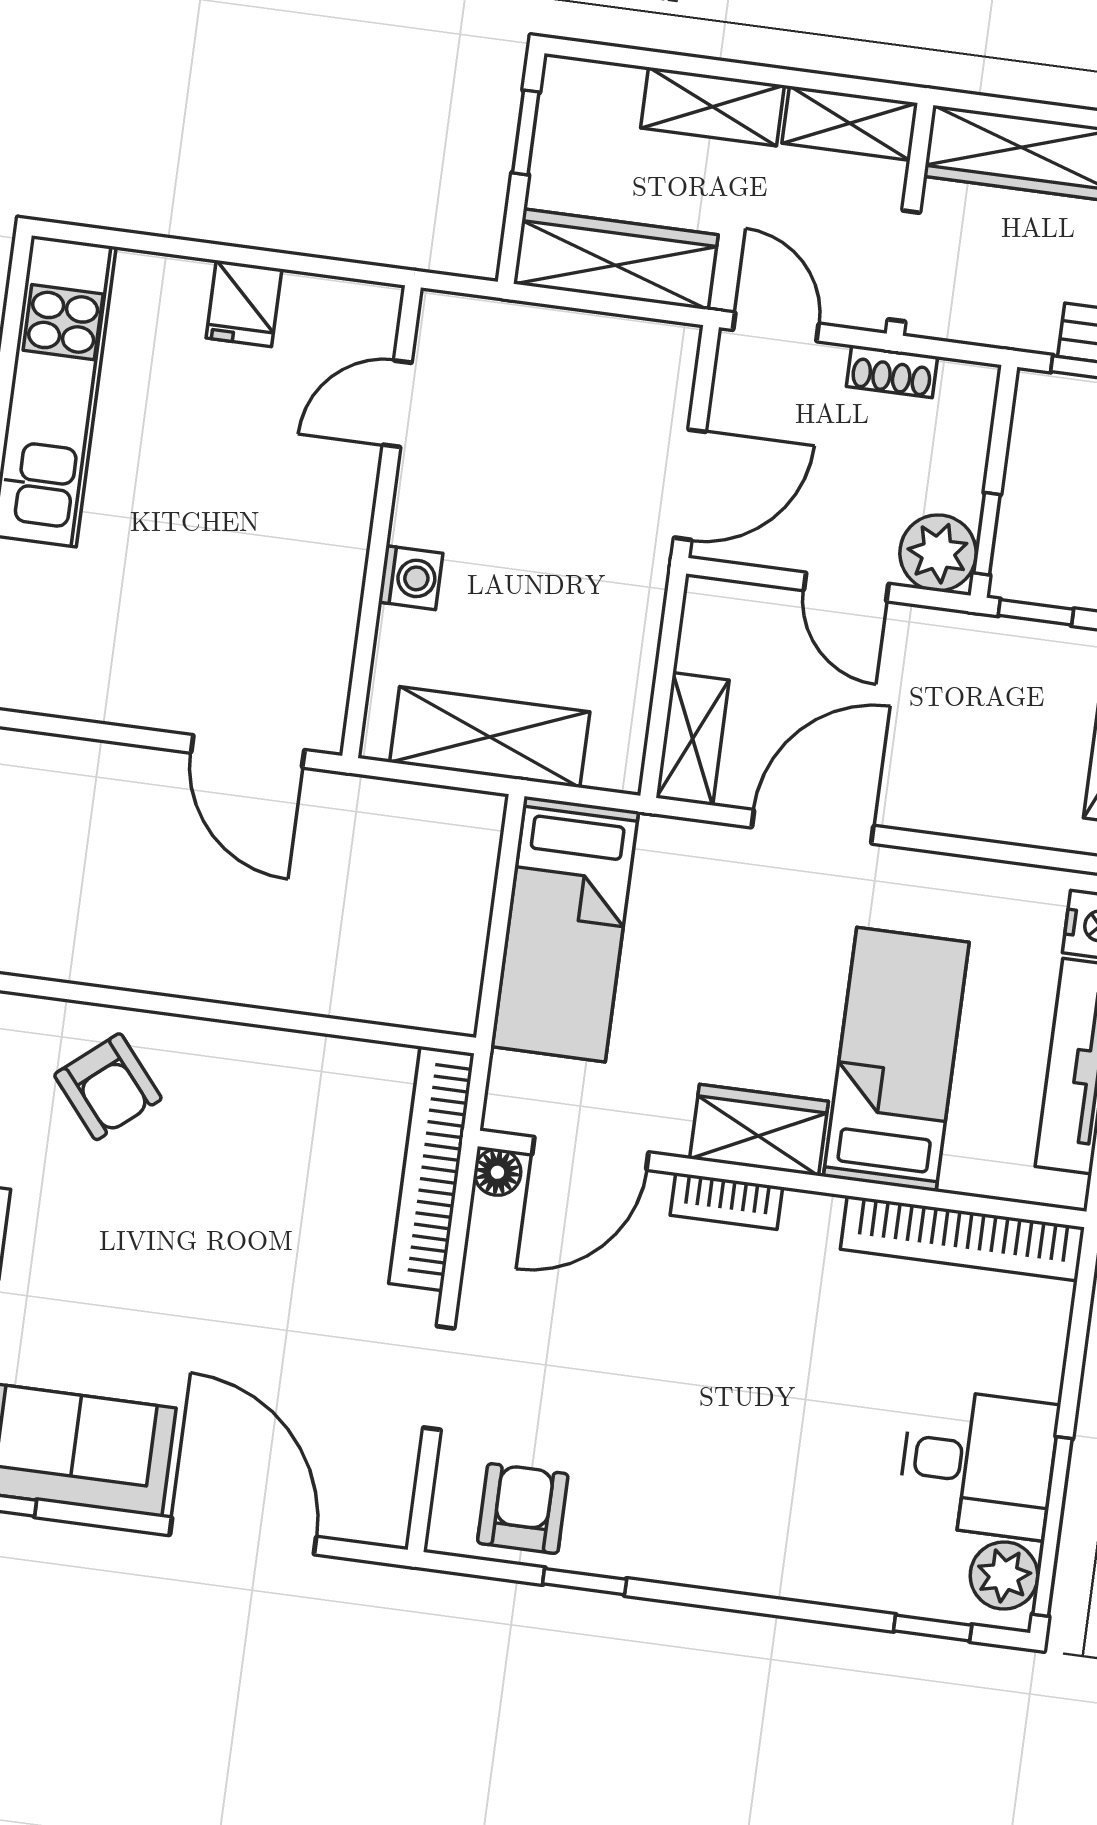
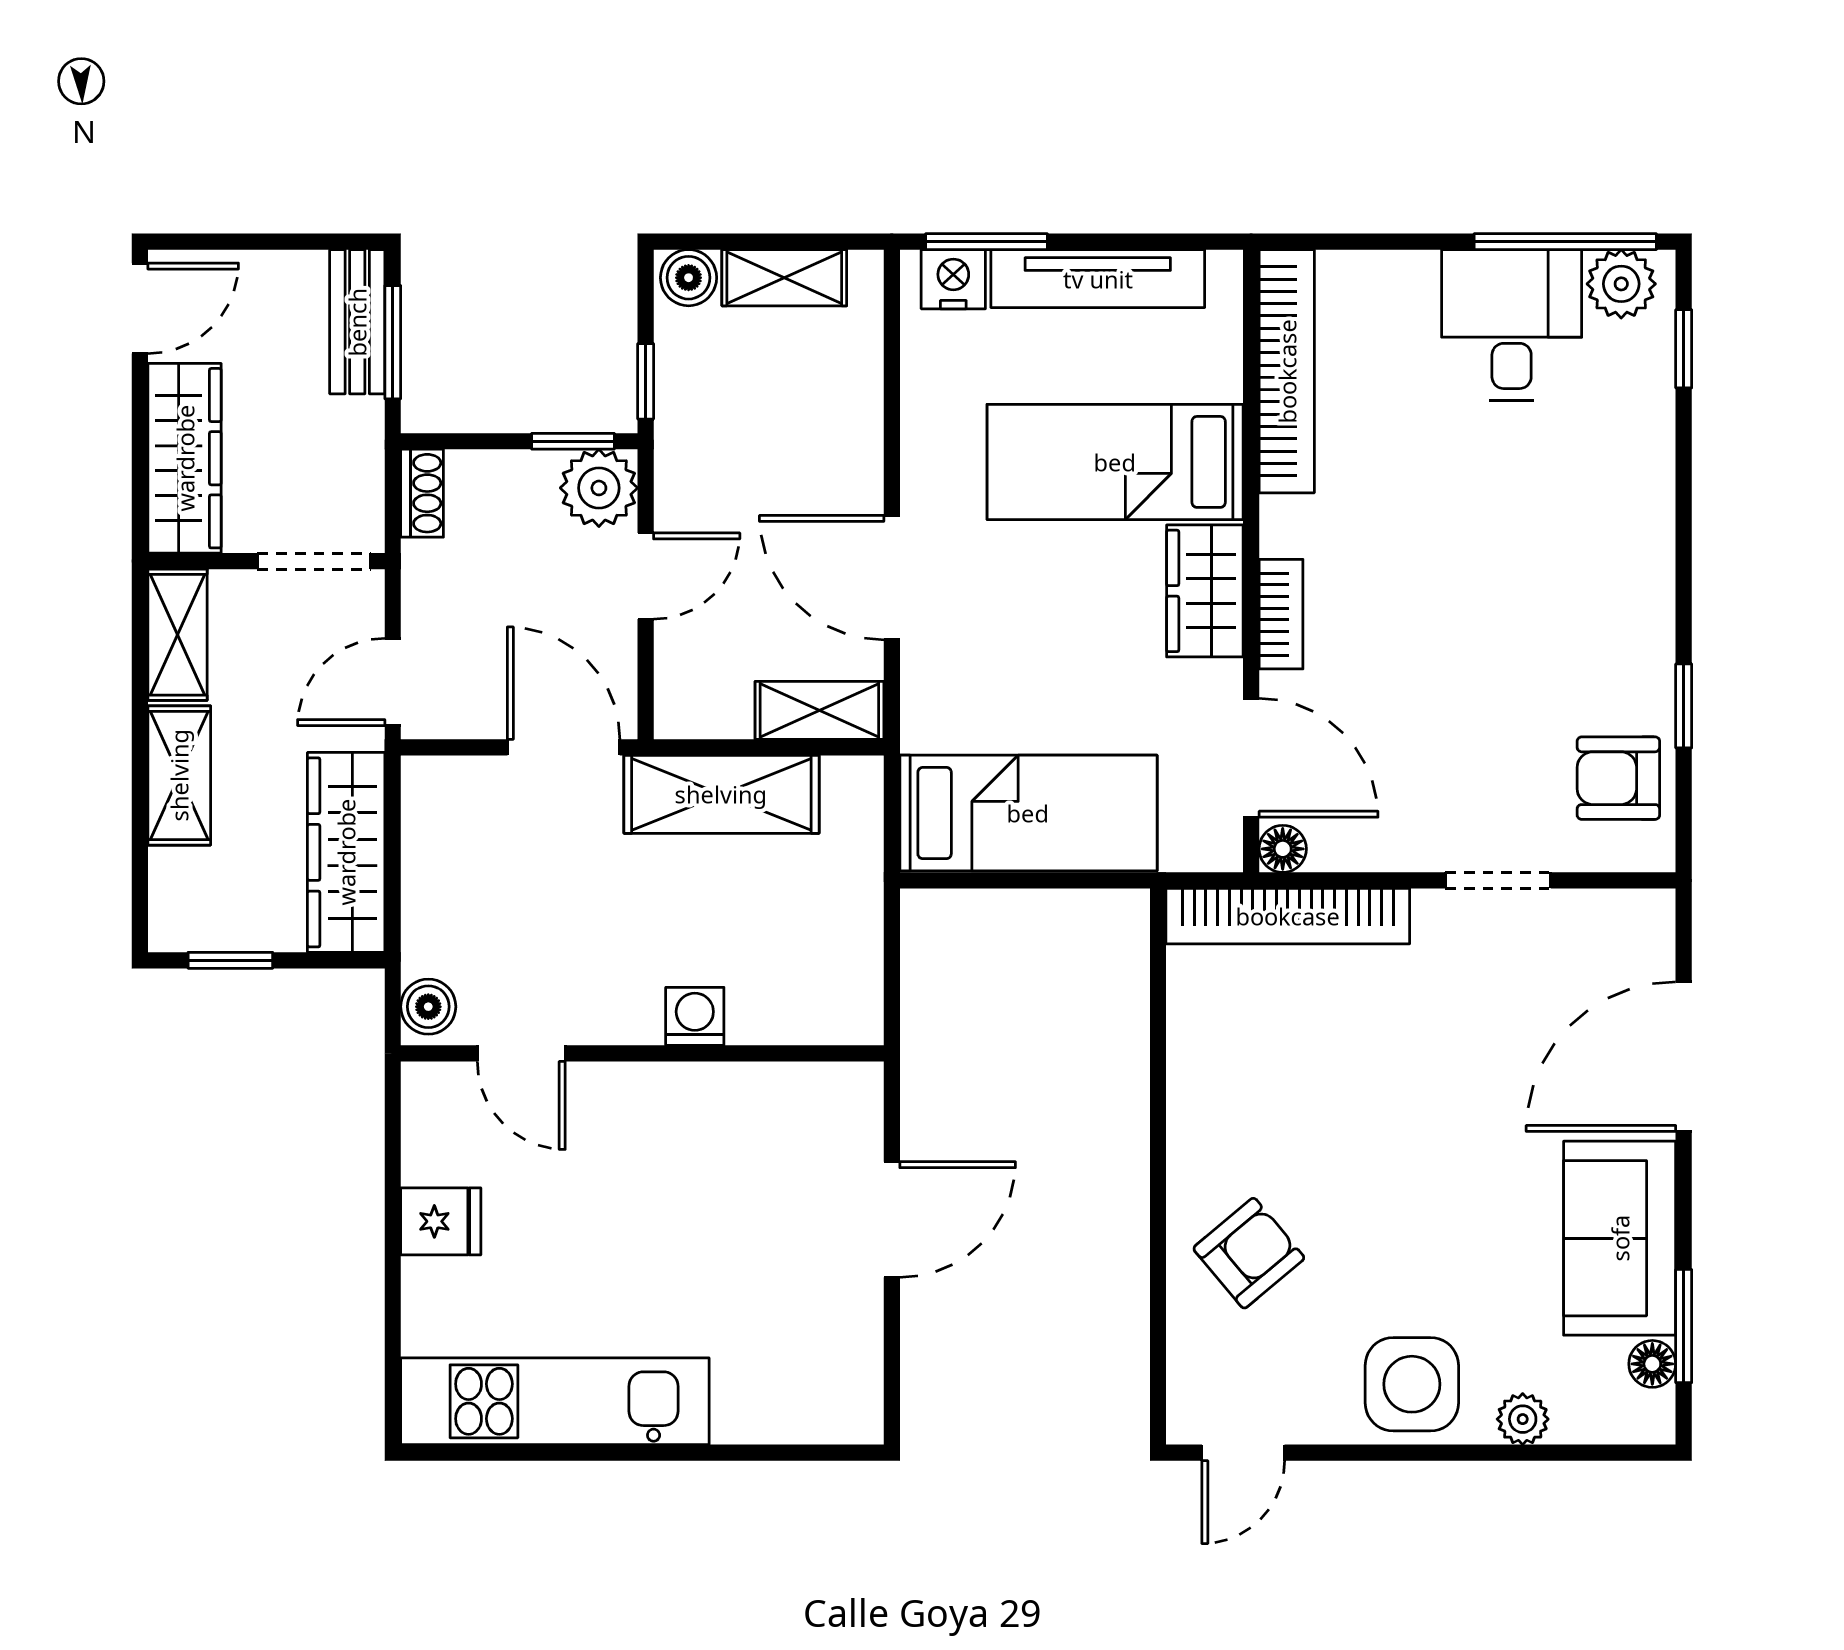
boiler: (455, 319) -> (428, 1007), added
shoe rack: (892, 371) -> (422, 493), moved
shelving: (490, 737) -> (721, 794), moved, turned 90
door: (248, 751) -> (892, 1219), moved

